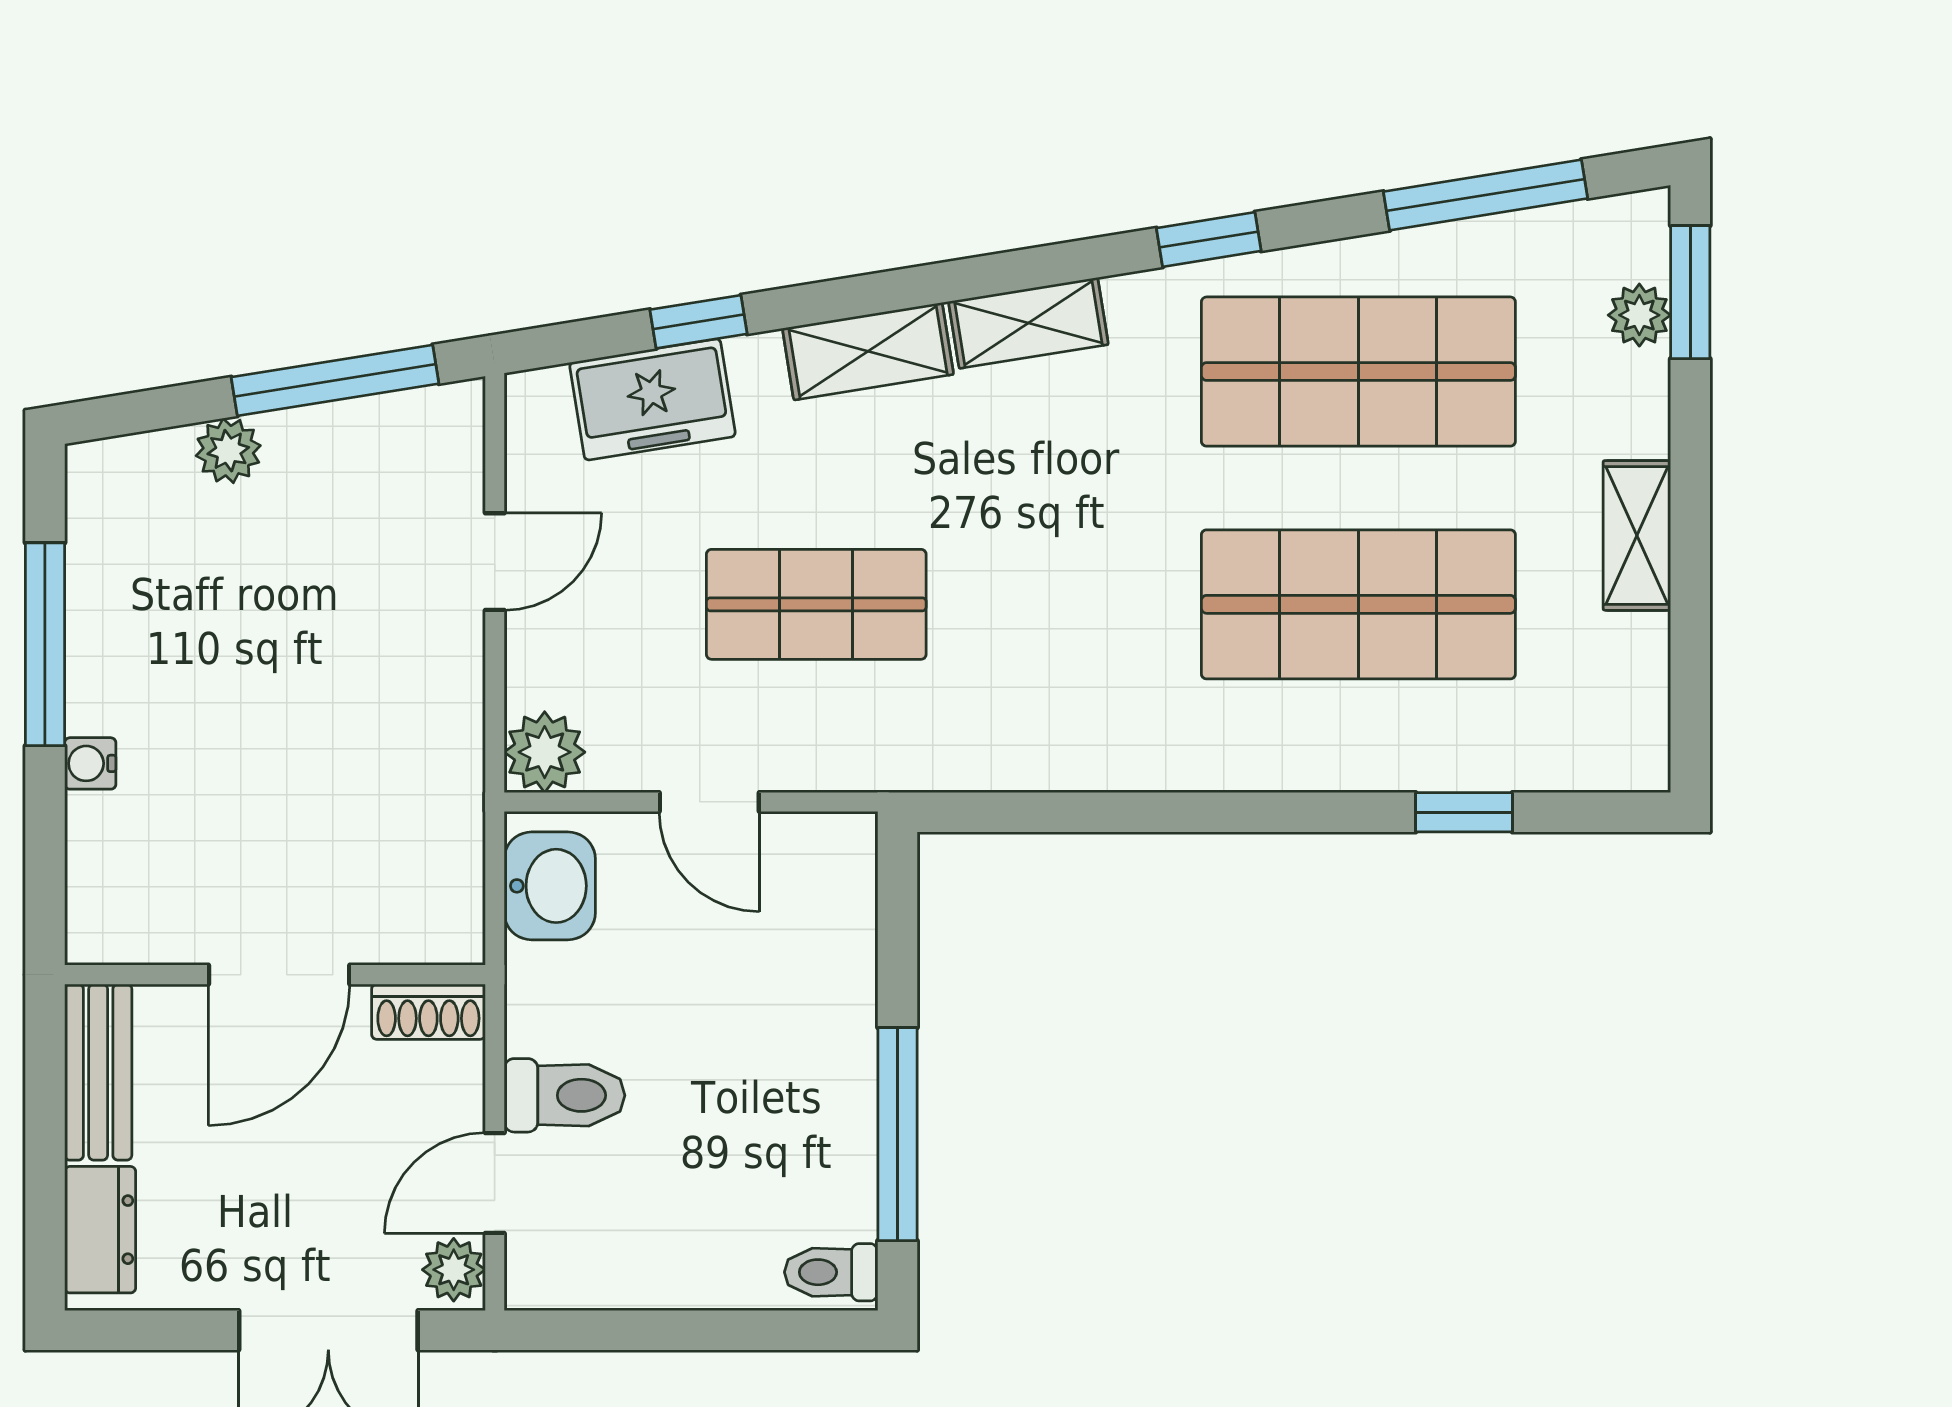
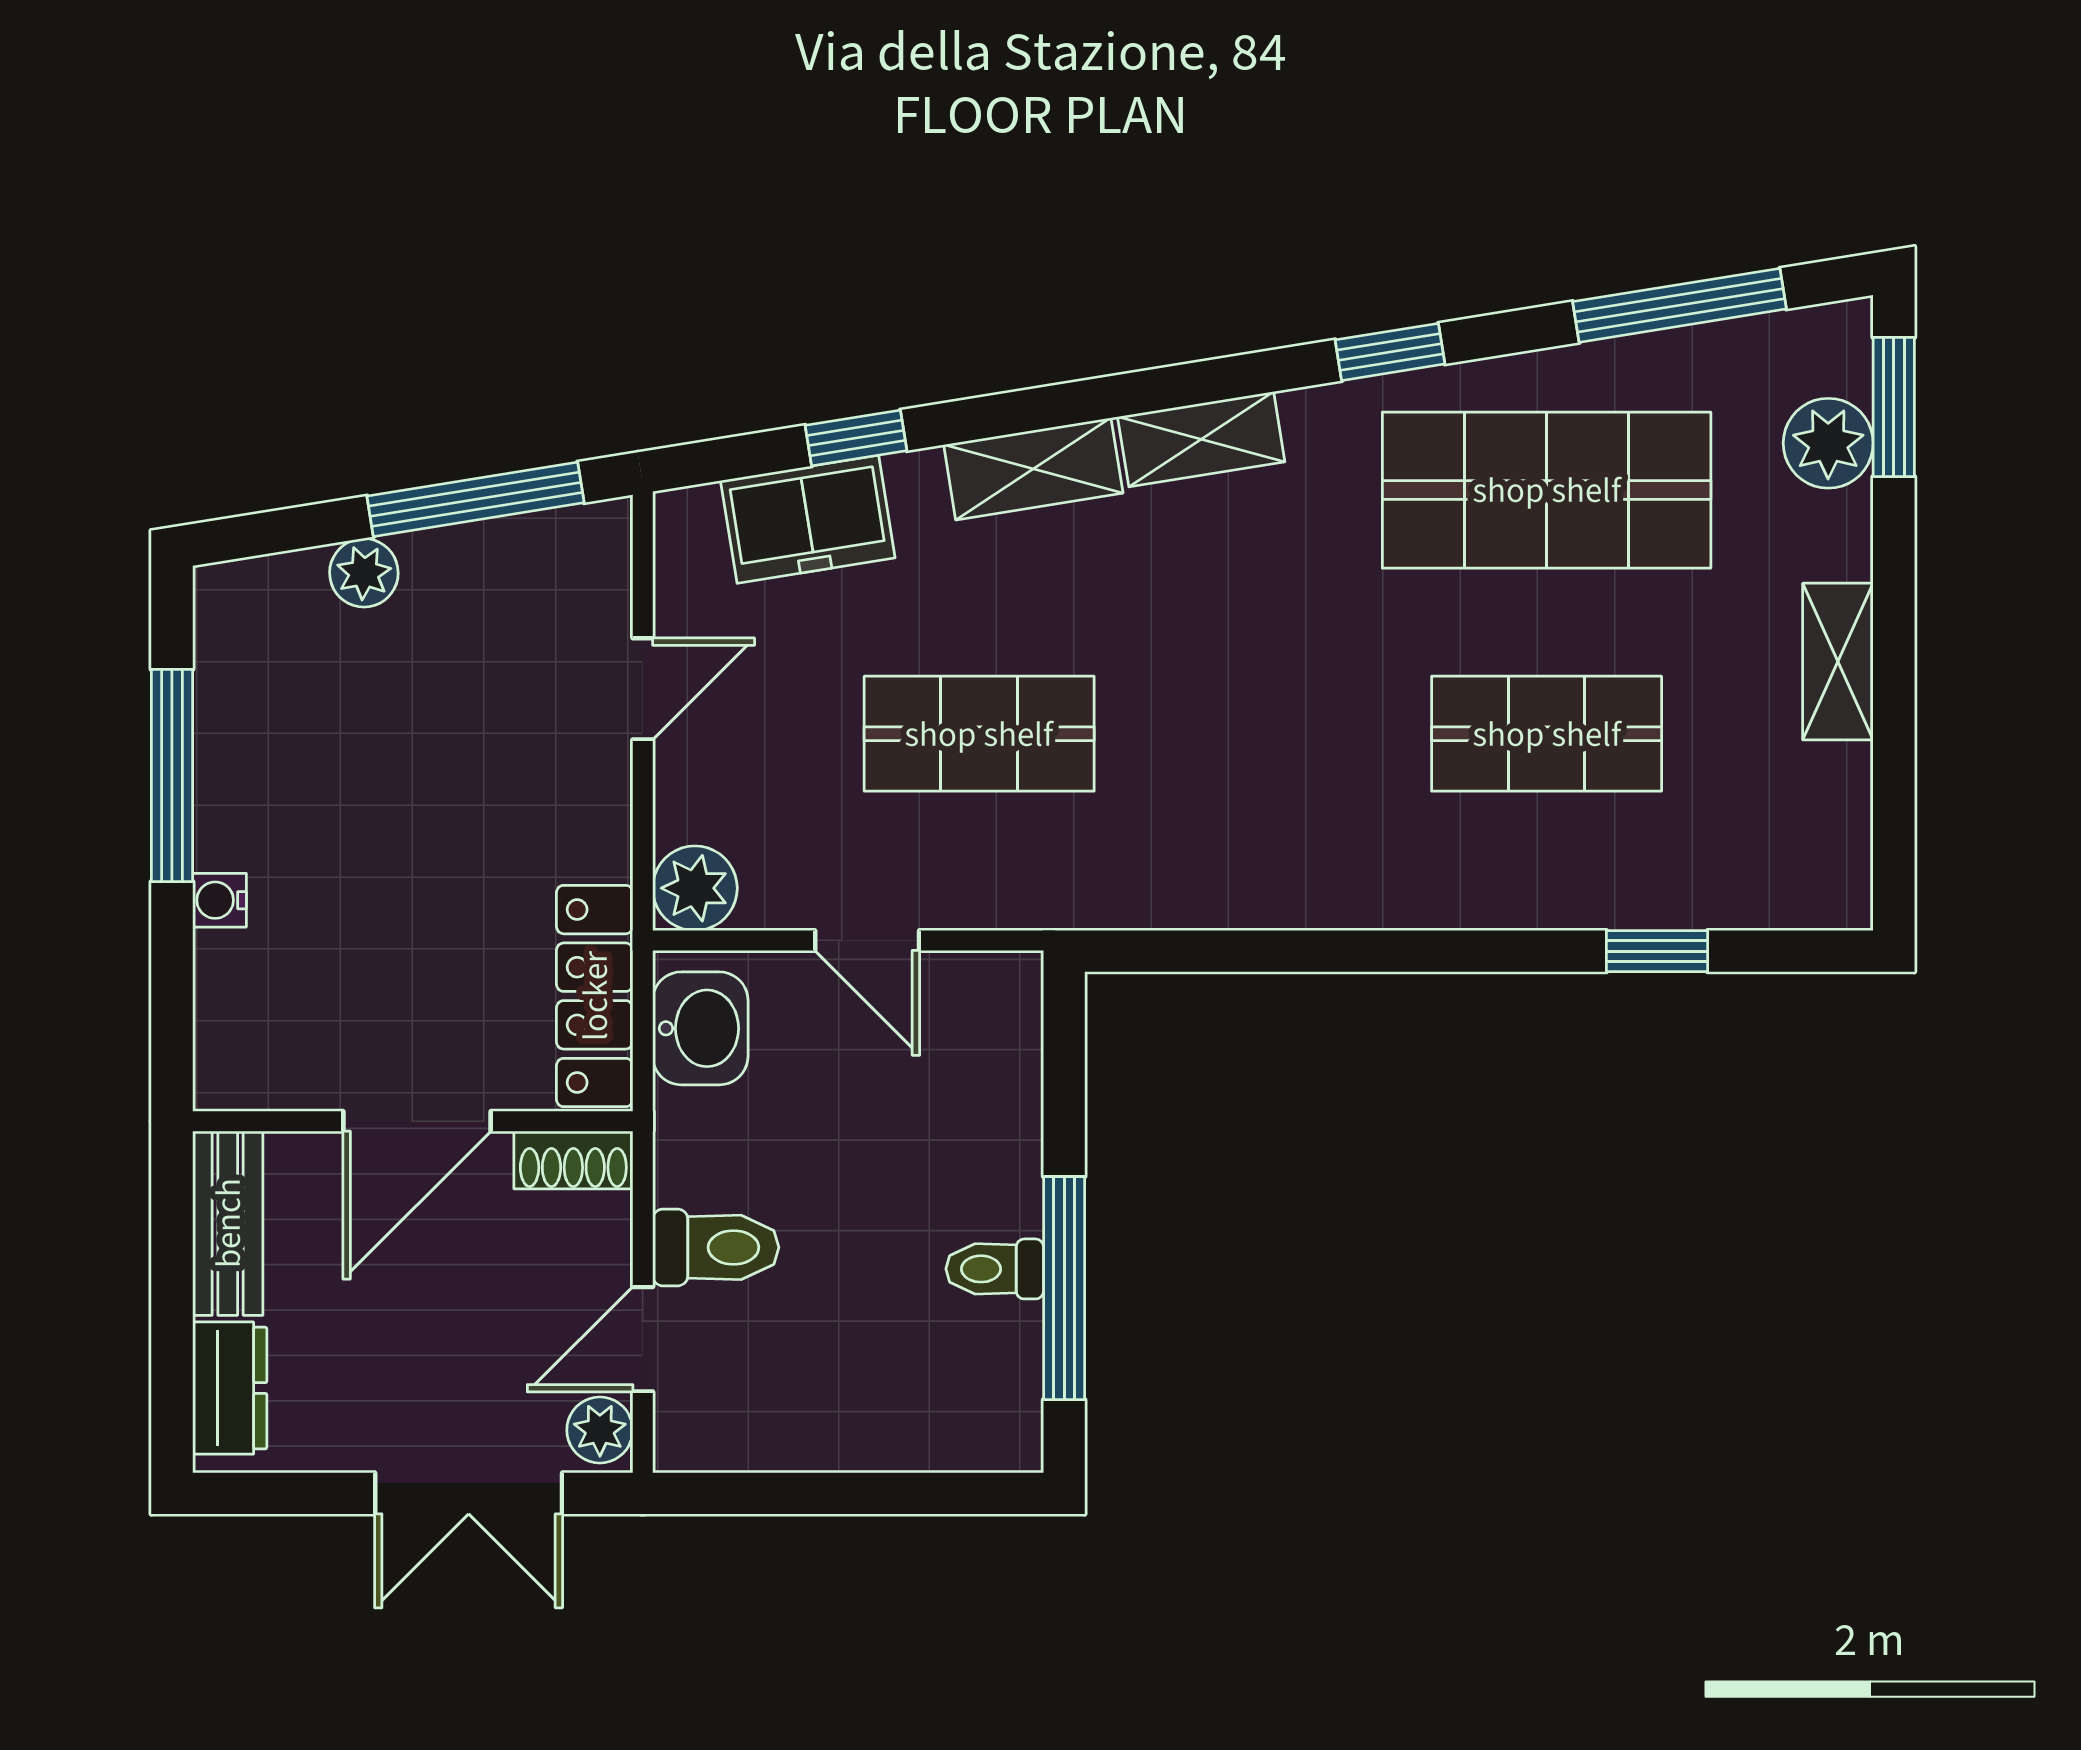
plant: (1639, 315) -> (1828, 443), width x1.38, depth x1.38
shop shelf: (1358, 604) -> (1547, 734), width x0.70, depth x0.74
locker: (449, 855) -> (595, 996), added
toilet: (831, 1272) -> (995, 1269), moved

